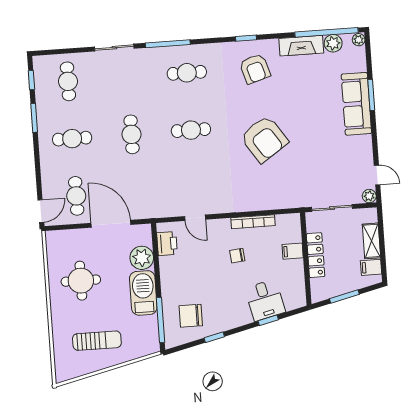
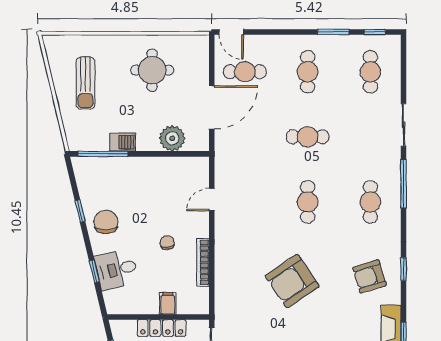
cafe table: (68, 81) -> (370, 72), turned 90
printer: (167, 244) -> (186, 167), removed
barbecue: (143, 293) -> (123, 142), width x0.53, depth x0.65
chair: (191, 316) -> (106, 222), moved

